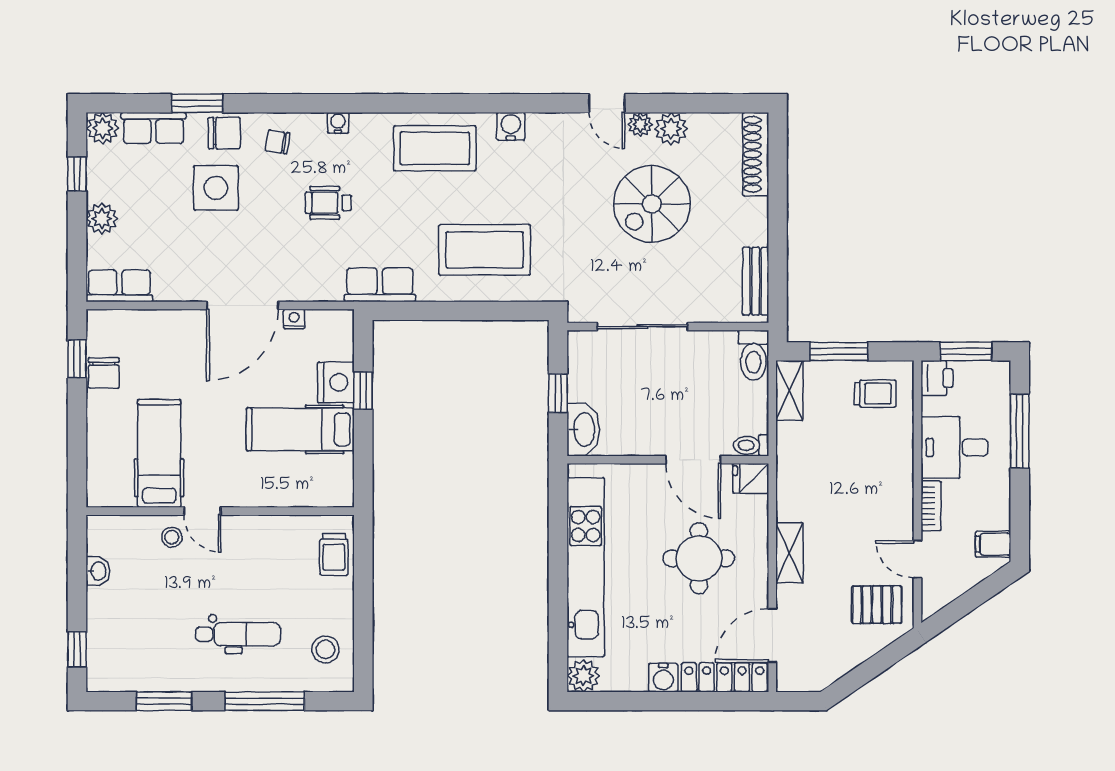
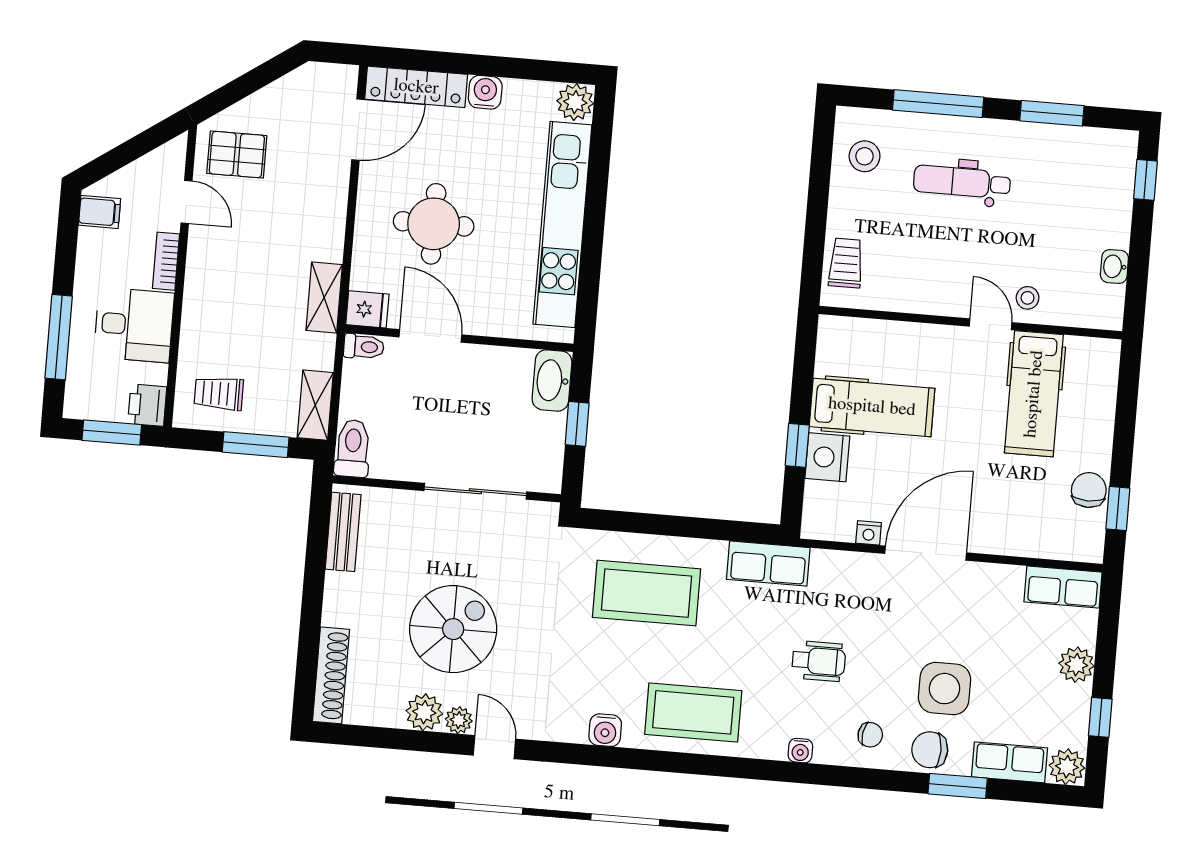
shelving: (789, 553) -> (324, 298), moved

